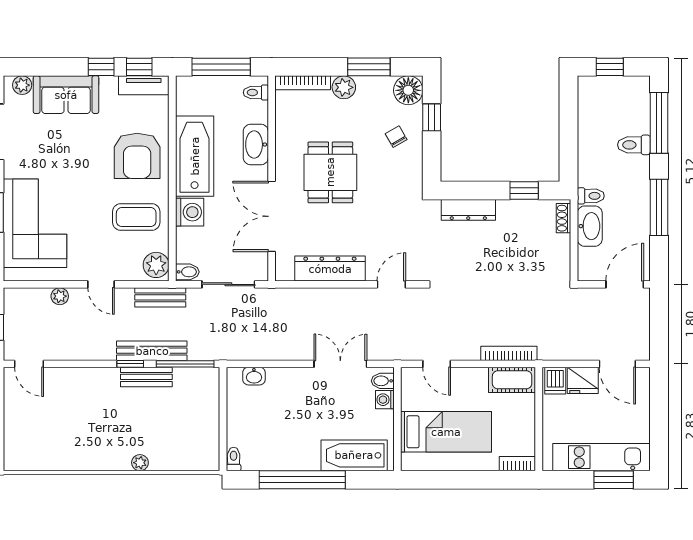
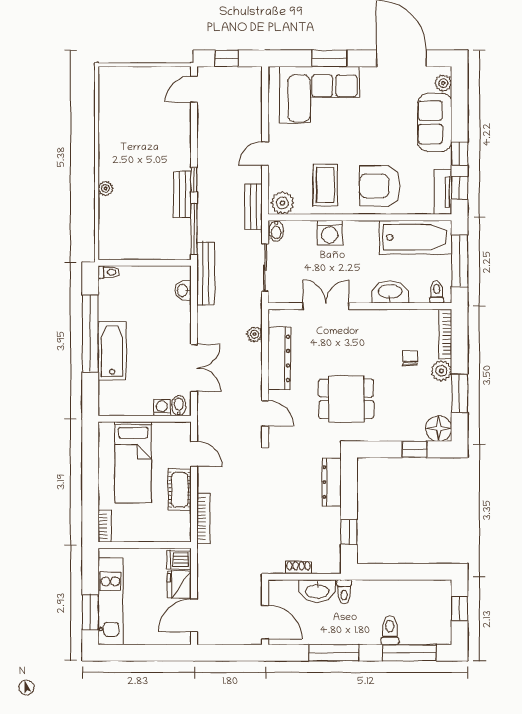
chair: (396, 137) -> (410, 358), moved, turned -60
bathtub: (195, 156) -> (416, 237), moved
dining table: (330, 172) -> (346, 399), moved
double door: (272, 216) -> (326, 306), width x0.73
shoe rack: (564, 218) -> (298, 567), moved
plant: (60, 296) -> (254, 334), moved
bench: (152, 351) -> (206, 273), moved
door: (437, 364) -> (194, 454), swing flipped
cot: (512, 380) -> (180, 490), moved
bathtub: (354, 455) -> (112, 351), moved

